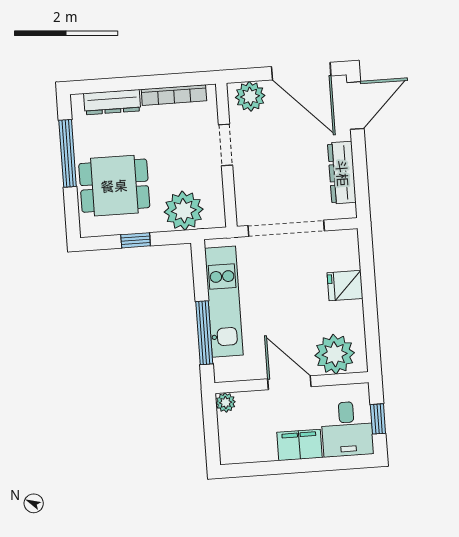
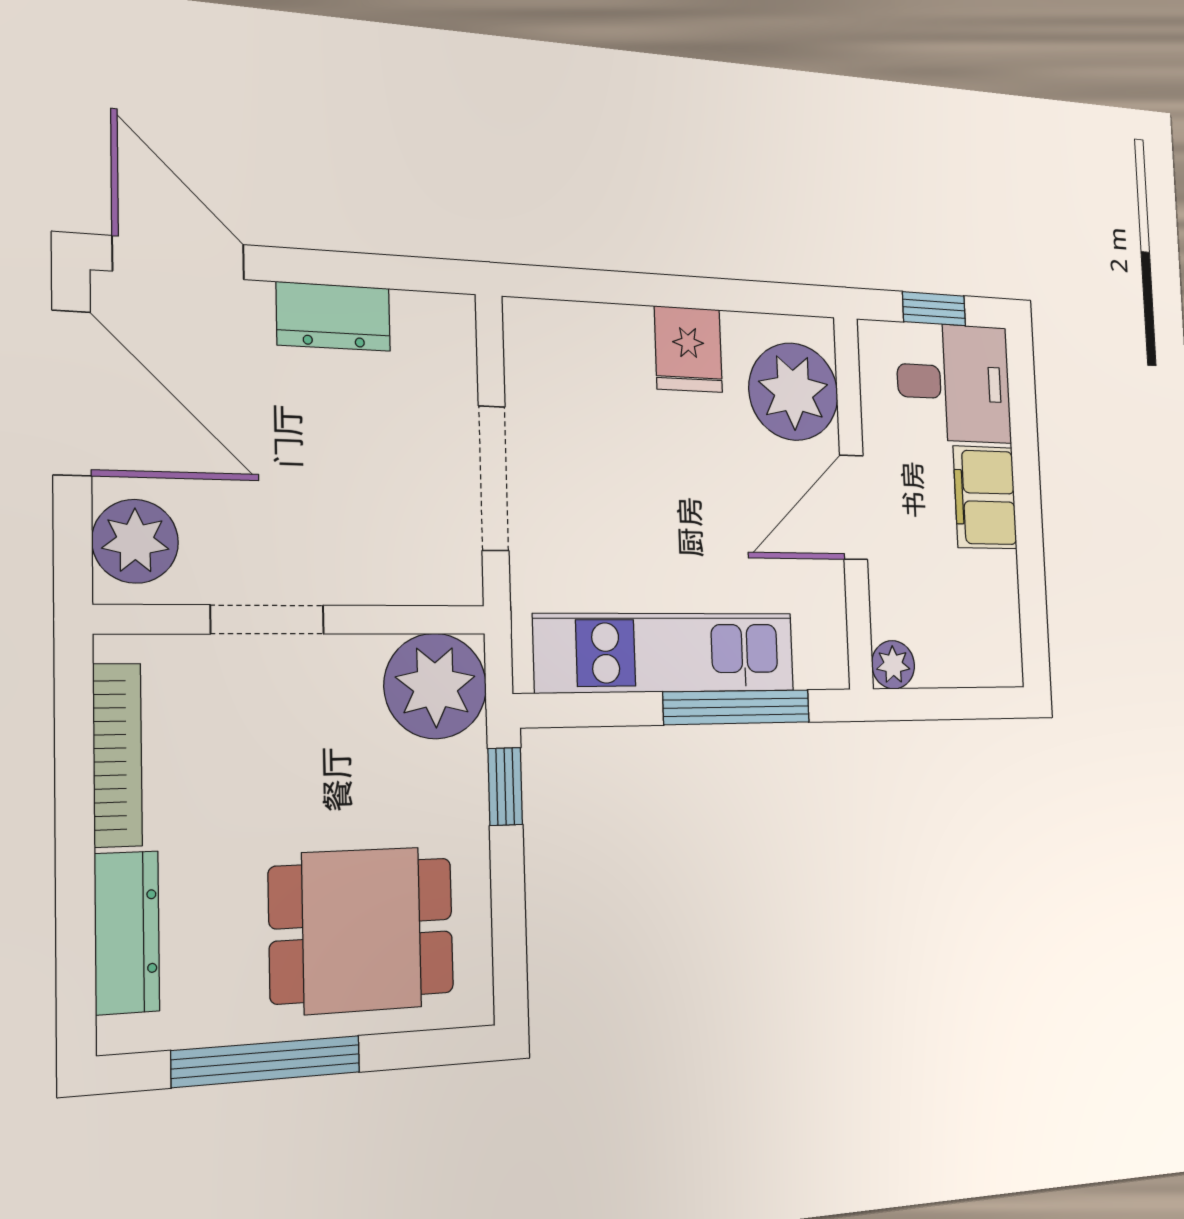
door: (301, 71) -> (72, 393), hinge flipped
dresser: (342, 173) -> (333, 316), width x0.70
dining table: (114, 186) -> (362, 930), turned 90
plant: (184, 211) -> (435, 686), moved
doorway: (286, 228) -> (494, 478), width x0.73
window: (136, 240) -> (505, 786), moved
fridge: (345, 286) -> (688, 349), moved

